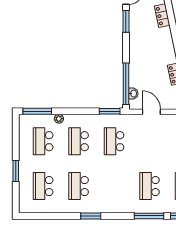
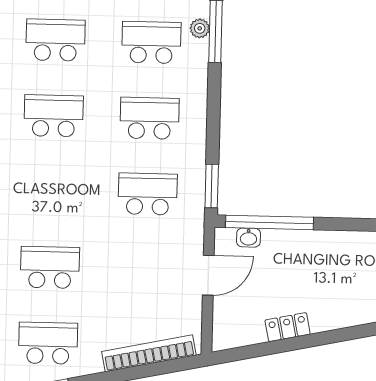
plant: (59, 119) -> (200, 28), moved

